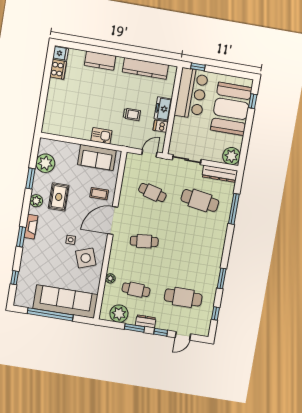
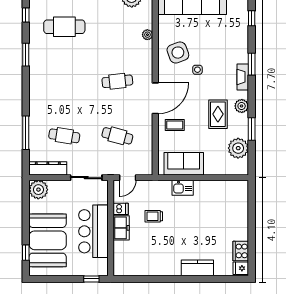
kitchen counter: (145, 68) -> (147, 268), removed
bar counter: (191, 93) -> (93, 231), moved
cafe table: (200, 200) -> (64, 136), width x0.73, depth x0.74
cafe table: (136, 290) -> (117, 27), removed

